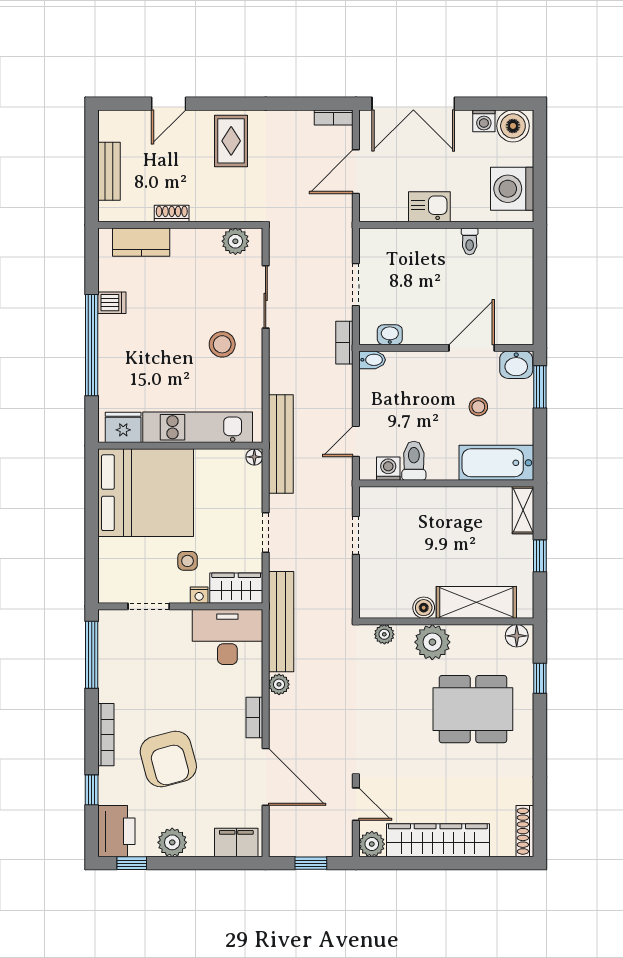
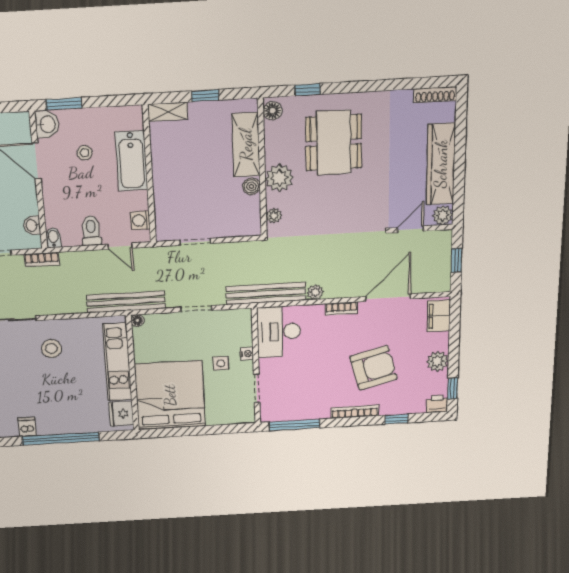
toilet: (414, 461) -> (91, 231), moved, turned 90
bathtub: (496, 463) -> (131, 161), moved
wardrobe: (236, 588) -> (241, 328), removed
printer: (116, 831) -> (437, 404), width x0.53, depth x0.68

